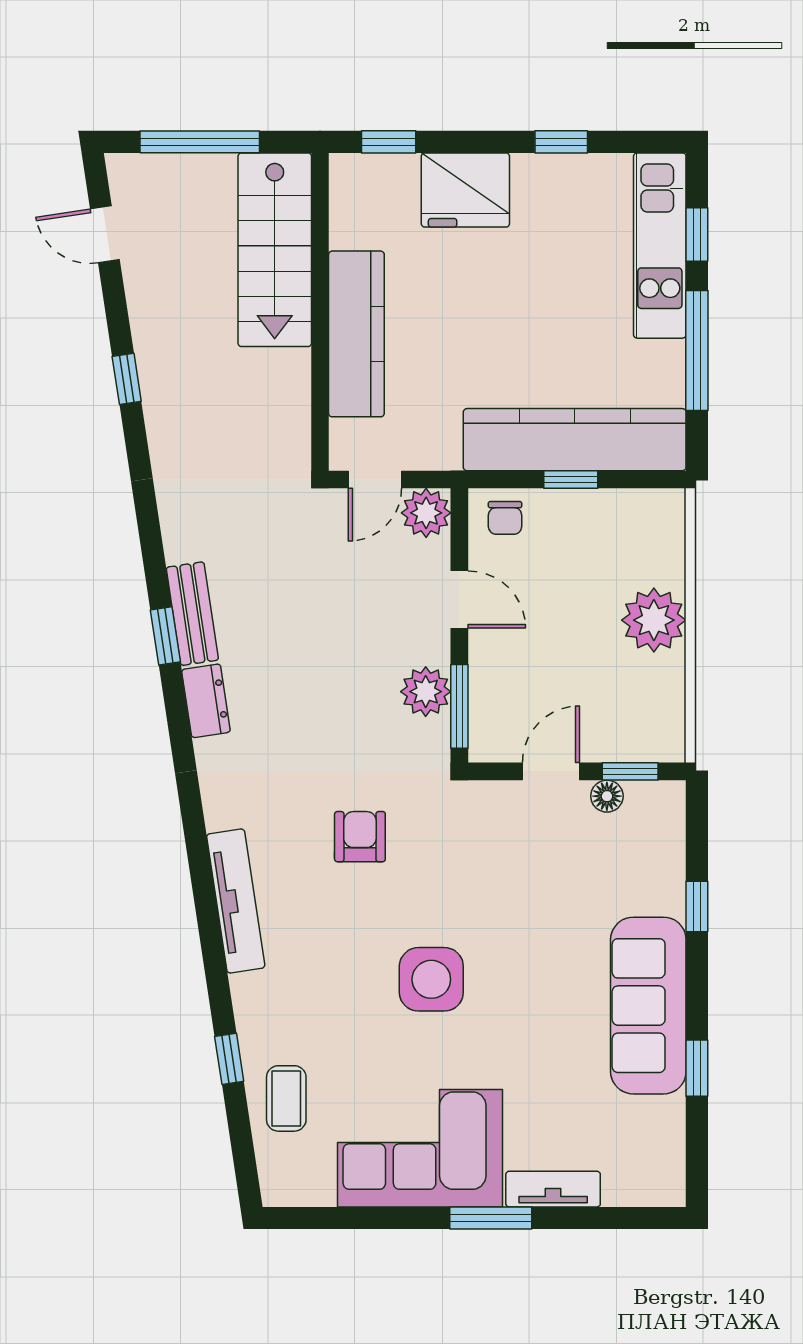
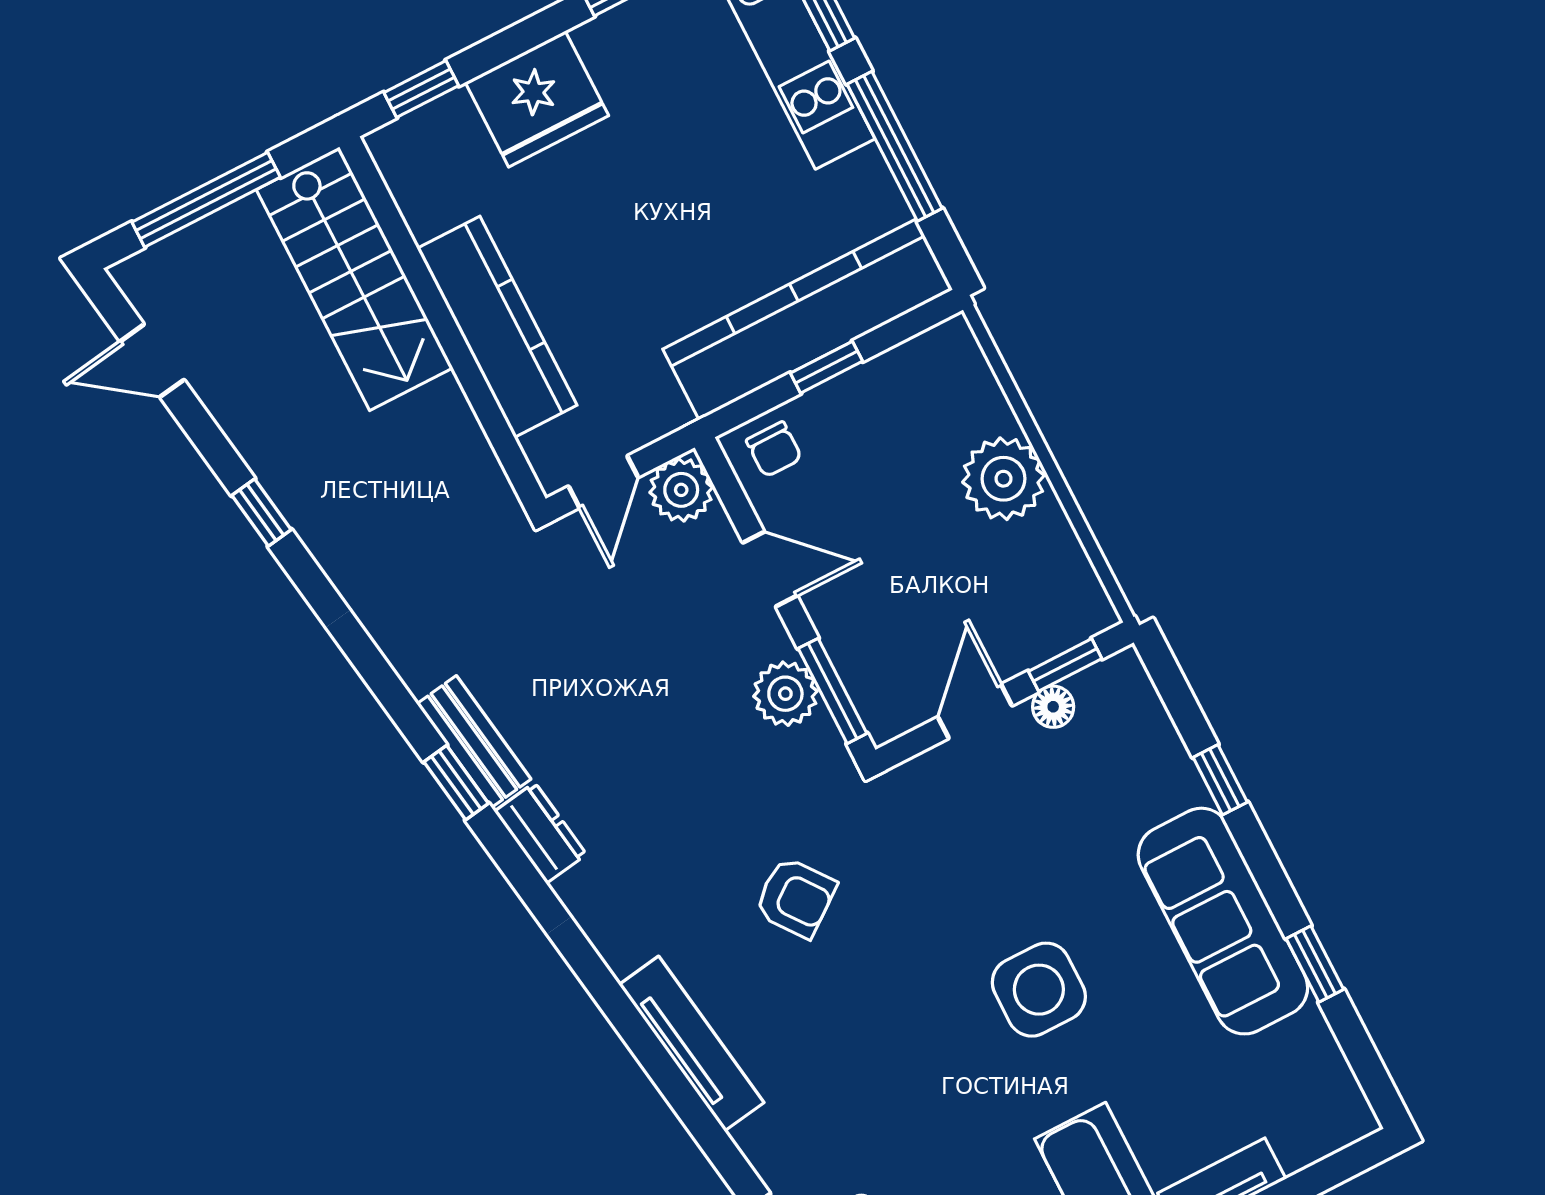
armchair: (360, 837) -> (795, 897), turned 143
side table: (431, 979) -> (1039, 990), moved

